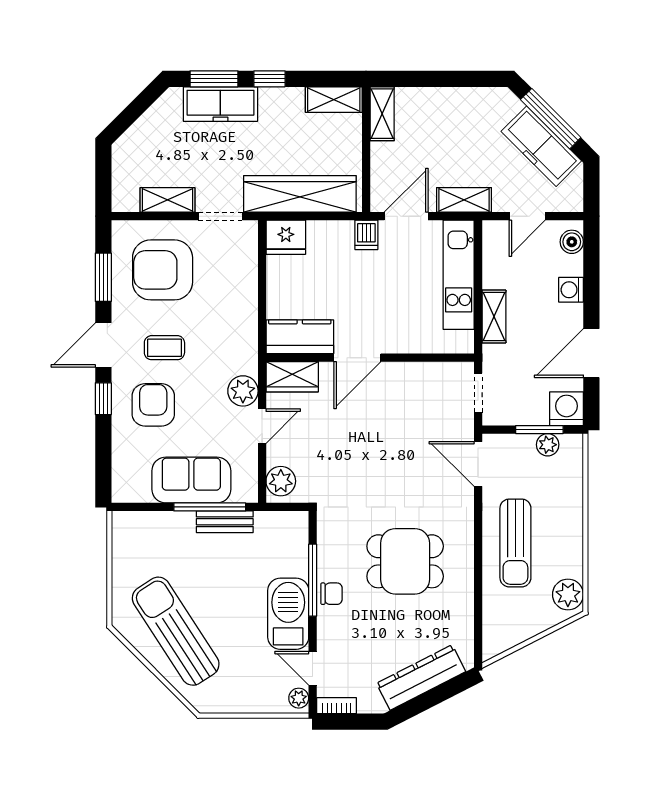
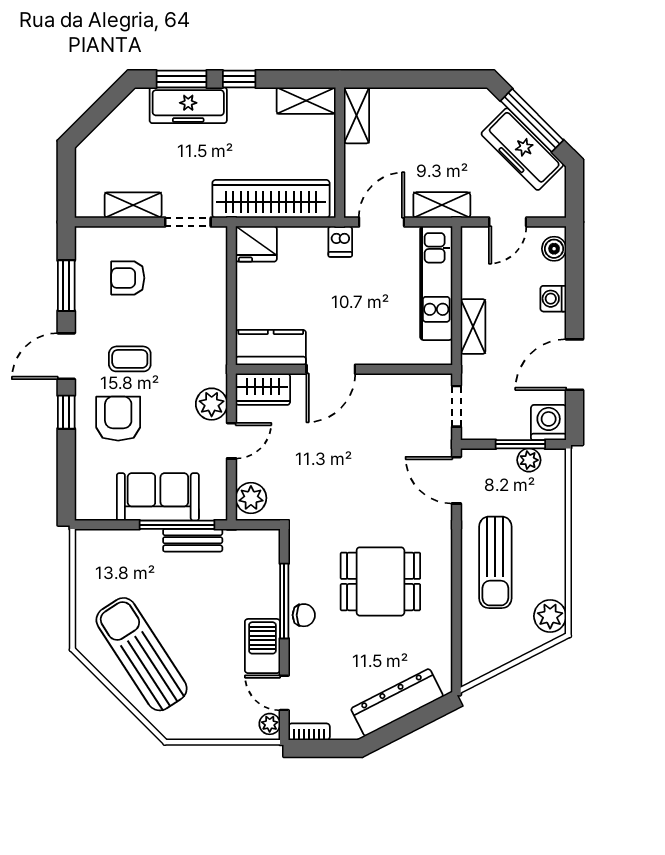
armchair: (163, 270) -> (128, 278), width x0.53, depth x0.53
barbecue: (288, 614) -> (262, 646), width x0.73, depth x0.83

